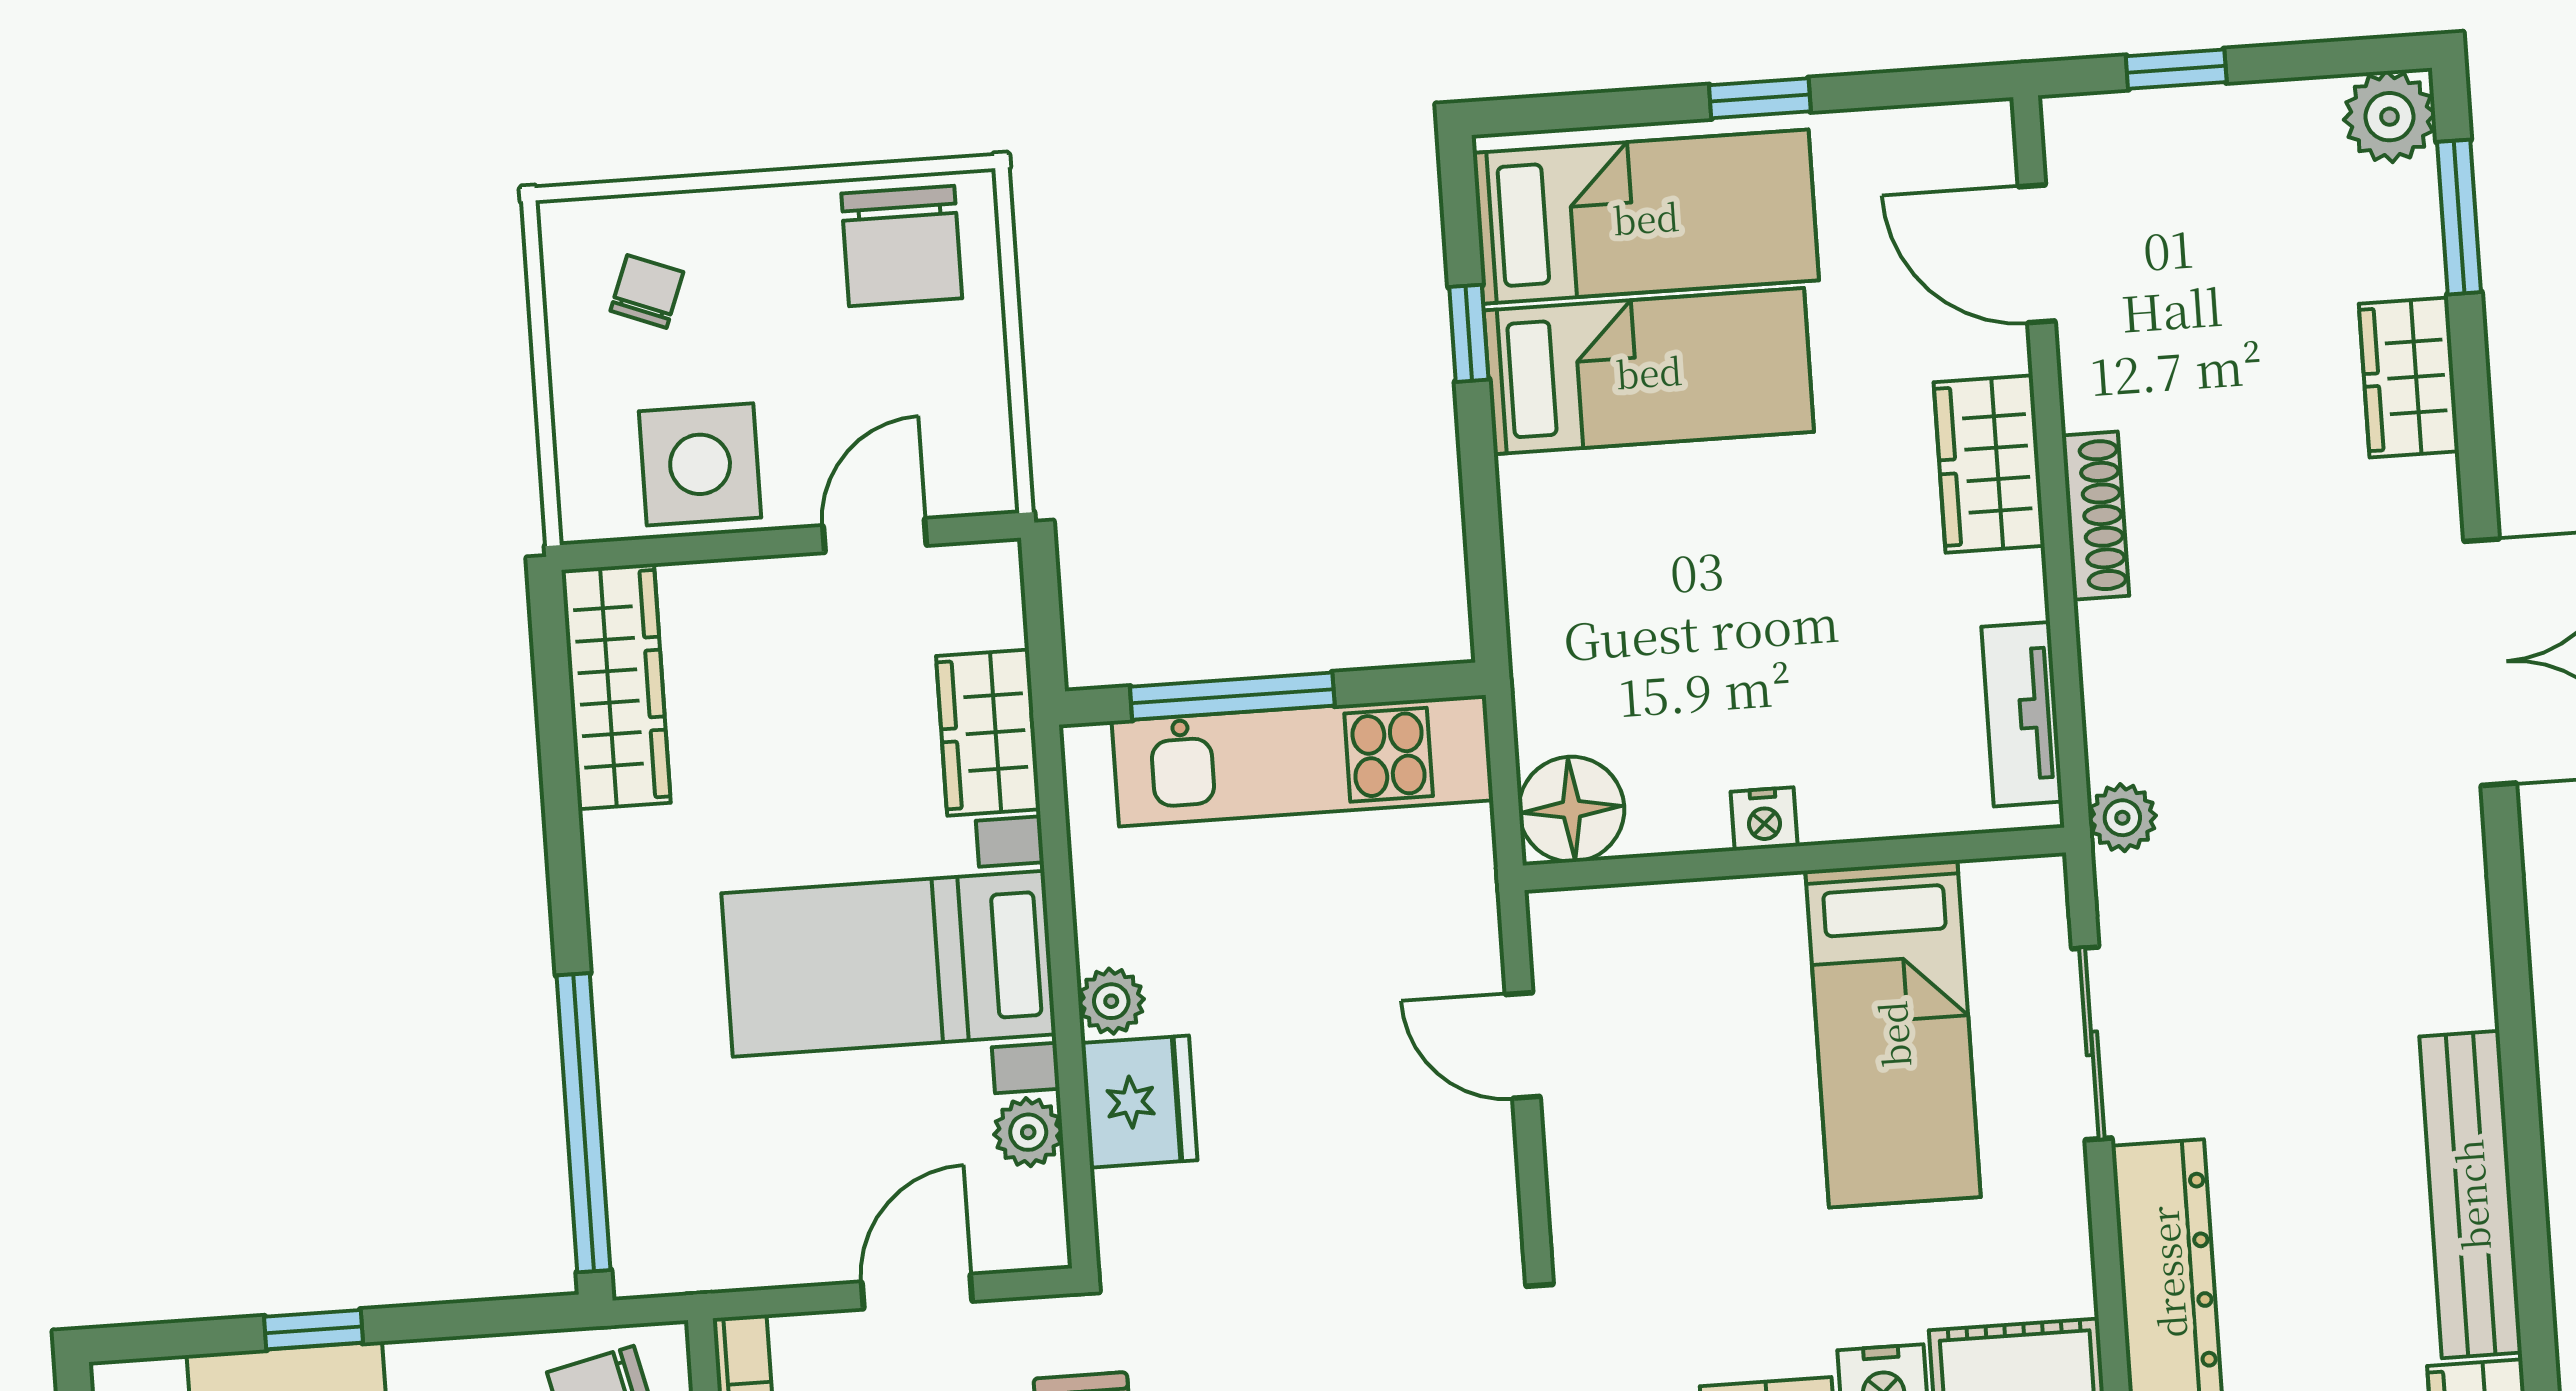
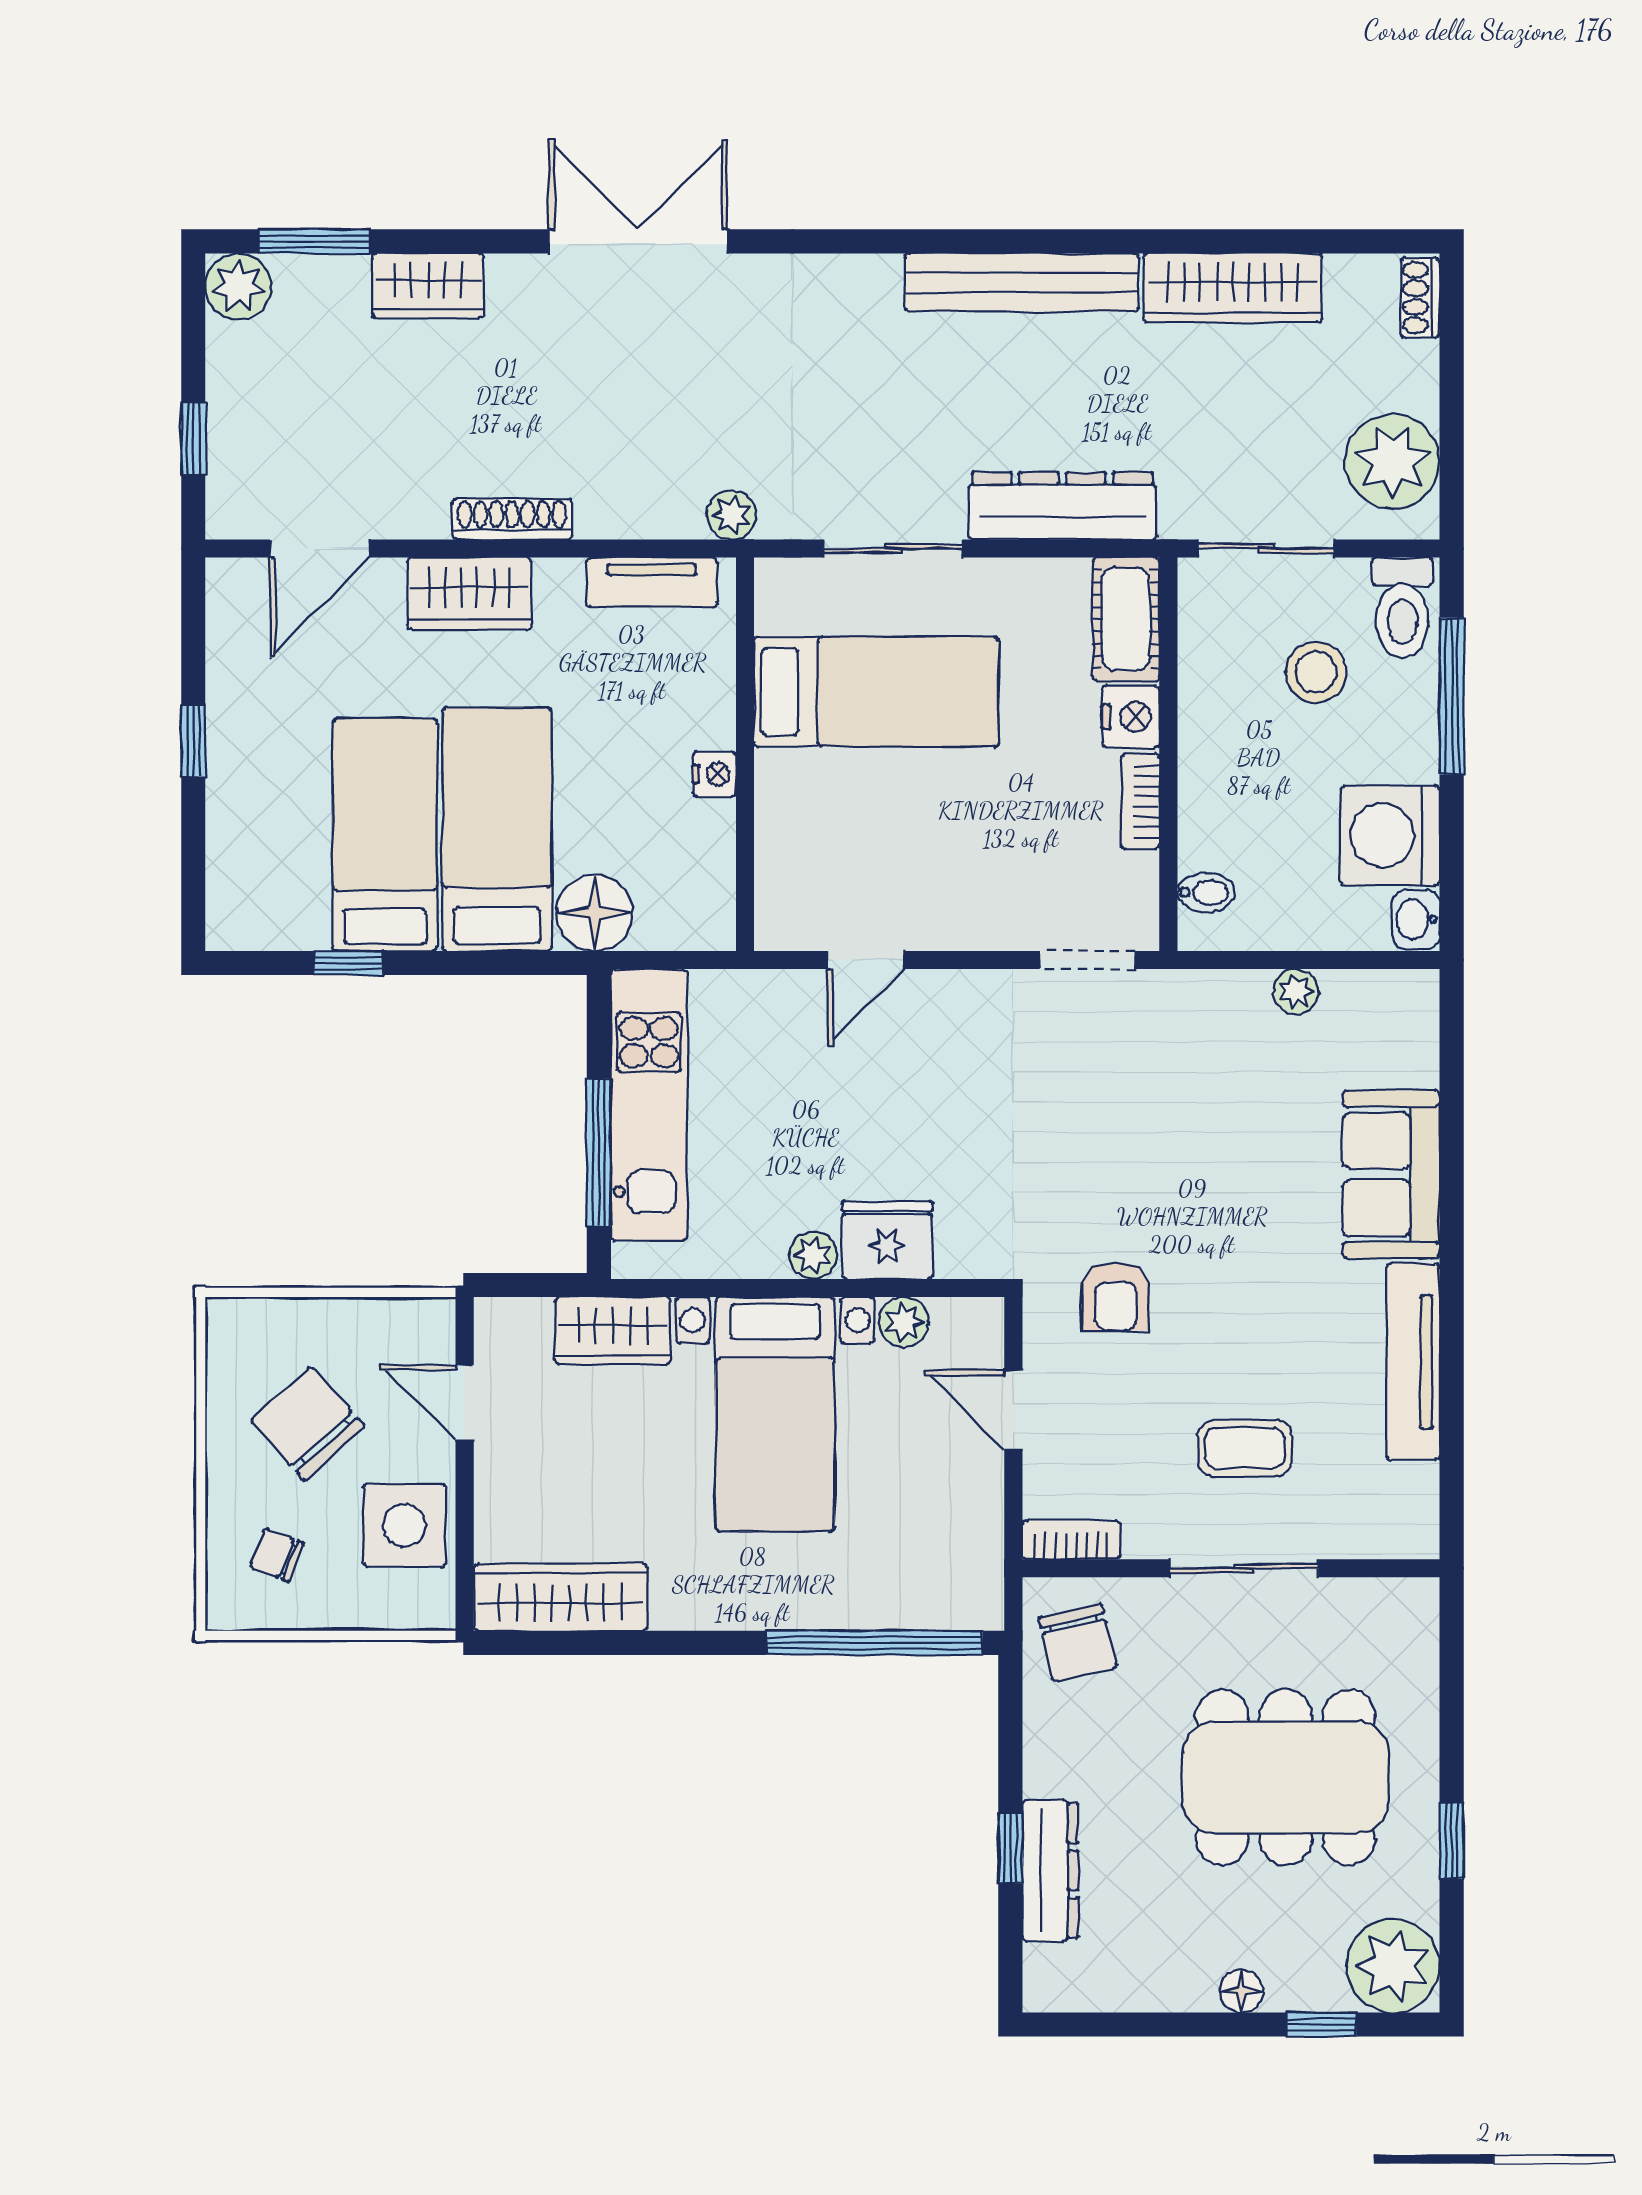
bed: (1646, 217) -> (497, 829), moved
chair: (902, 246) -> (308, 1423), moved, turned -132
floor lamp: (1571, 809) -> (595, 913), moved

